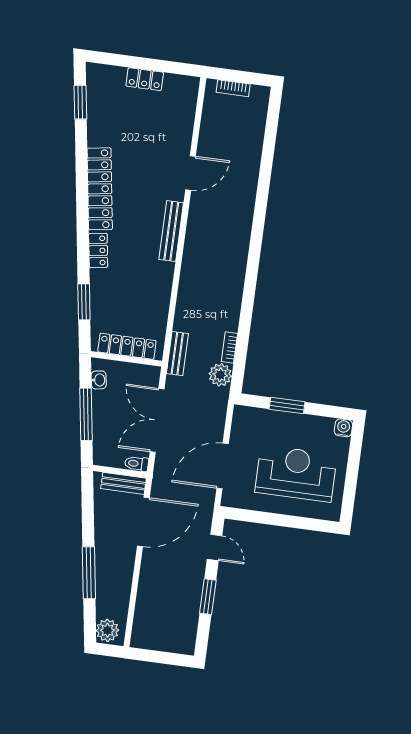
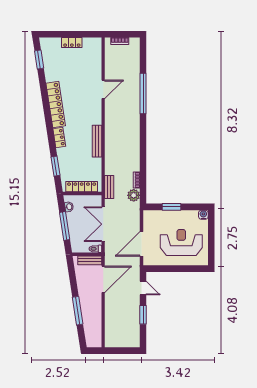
window: (263, 190) -> (143, 94), added
bench: (171, 231) -> (97, 141), moved
plant: (107, 630) -> (92, 340), removed

